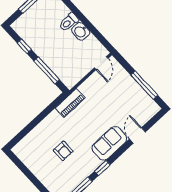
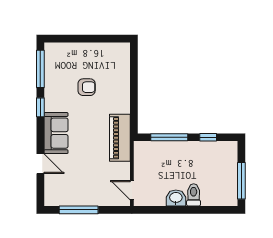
piano: (70, 103) -> (120, 138), width x1.37, depth x1.33
armchair: (63, 151) -> (87, 87), turned 180

